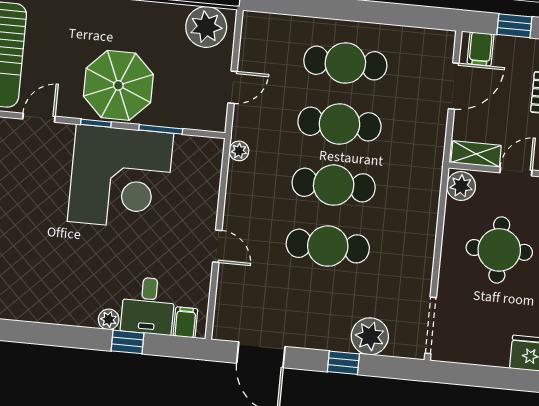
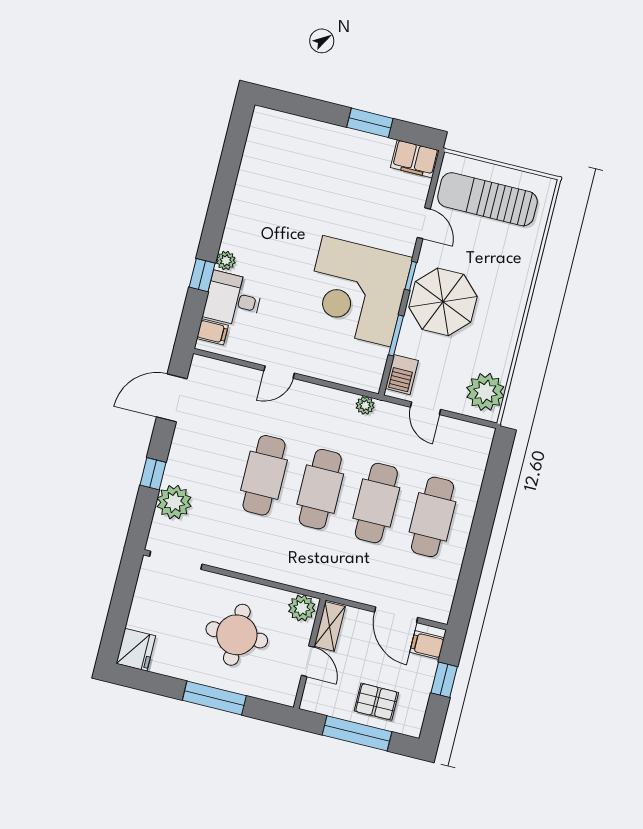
barbecue: (201, 117) -> (402, 375), added

